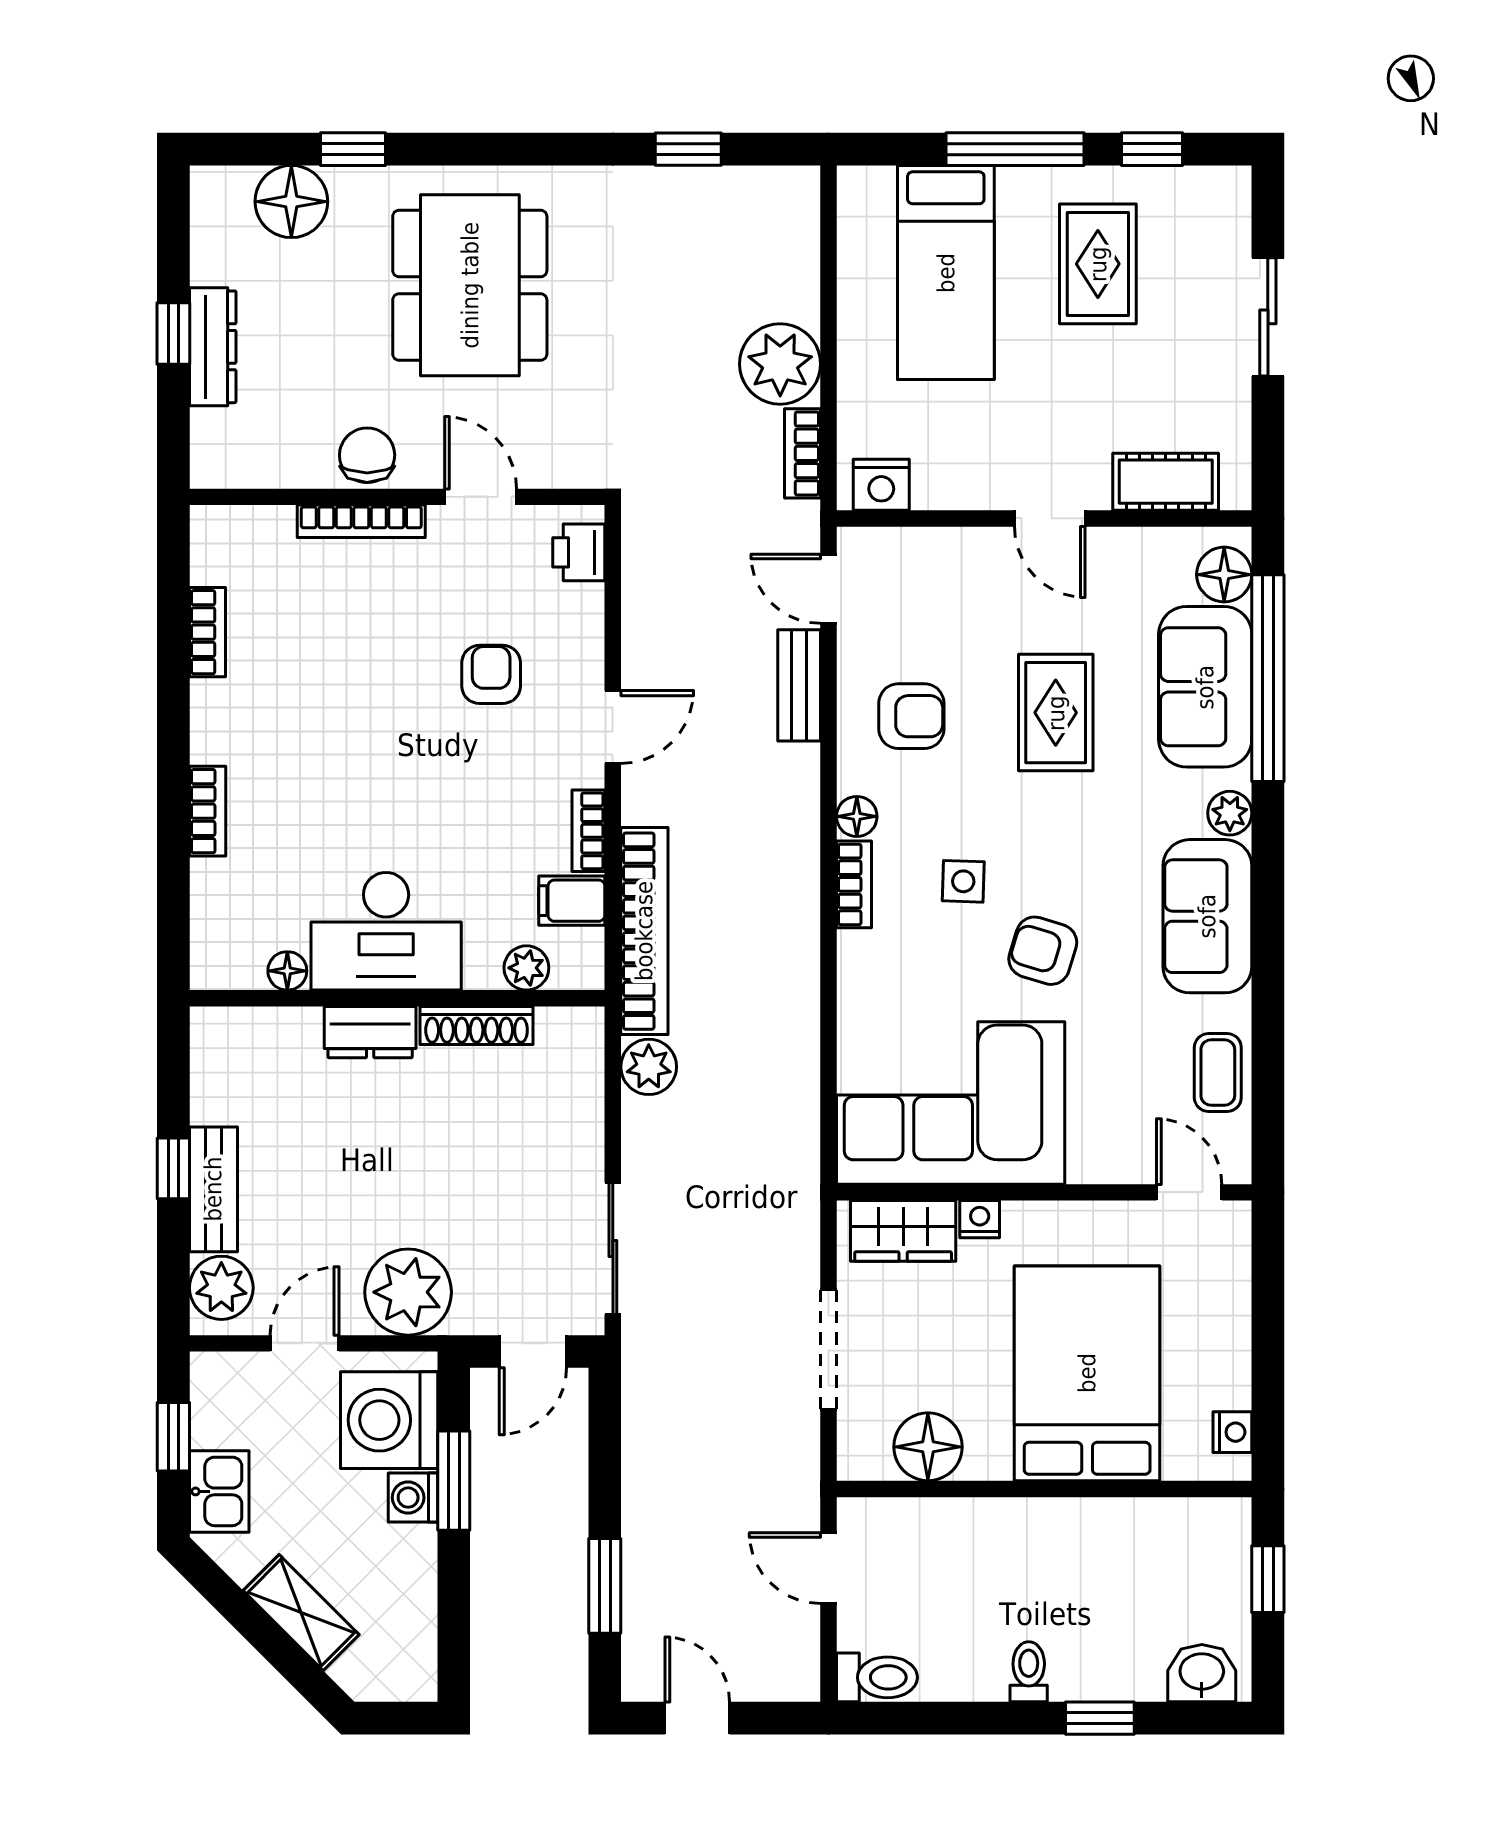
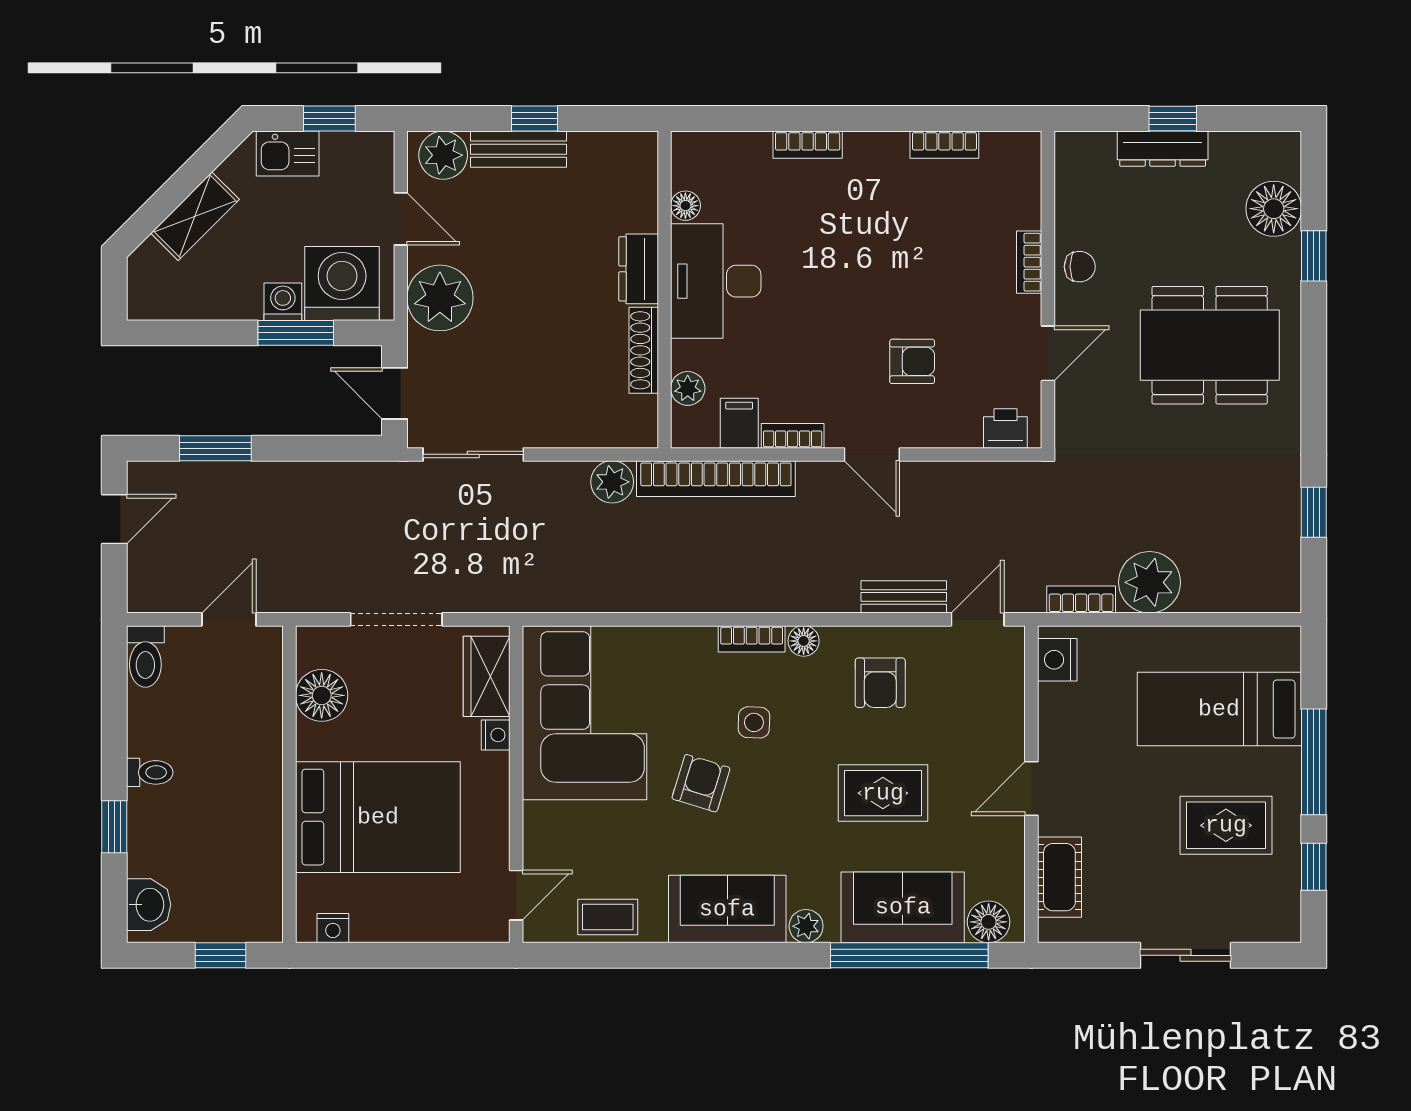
chair: (367, 455) -> (1080, 267), width x0.73, depth x0.73
bookcase: (361, 521) -> (1029, 262), width x0.64

